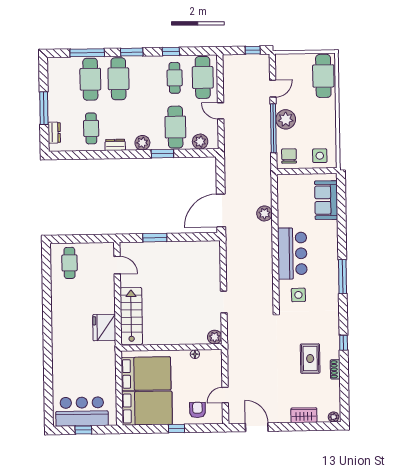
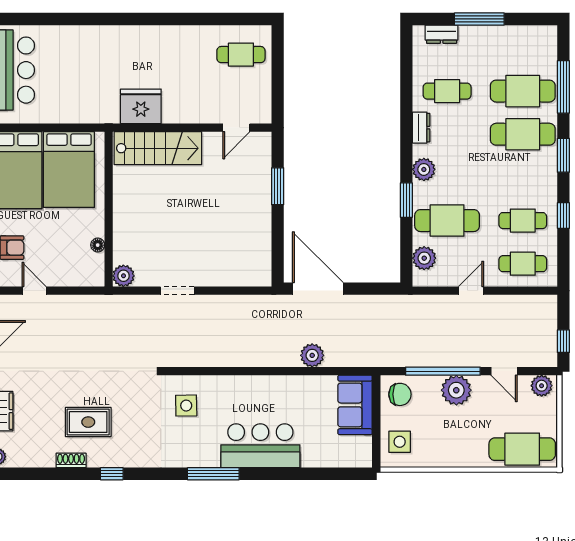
plant: (282, 64) -> (542, 386), added
cafe table: (203, 77) -> (523, 264), width x0.73, depth x0.74
sofa: (326, 200) -> (355, 405), moved, turned -90
bar counter: (292, 253) -> (260, 446), moved, turned 180

